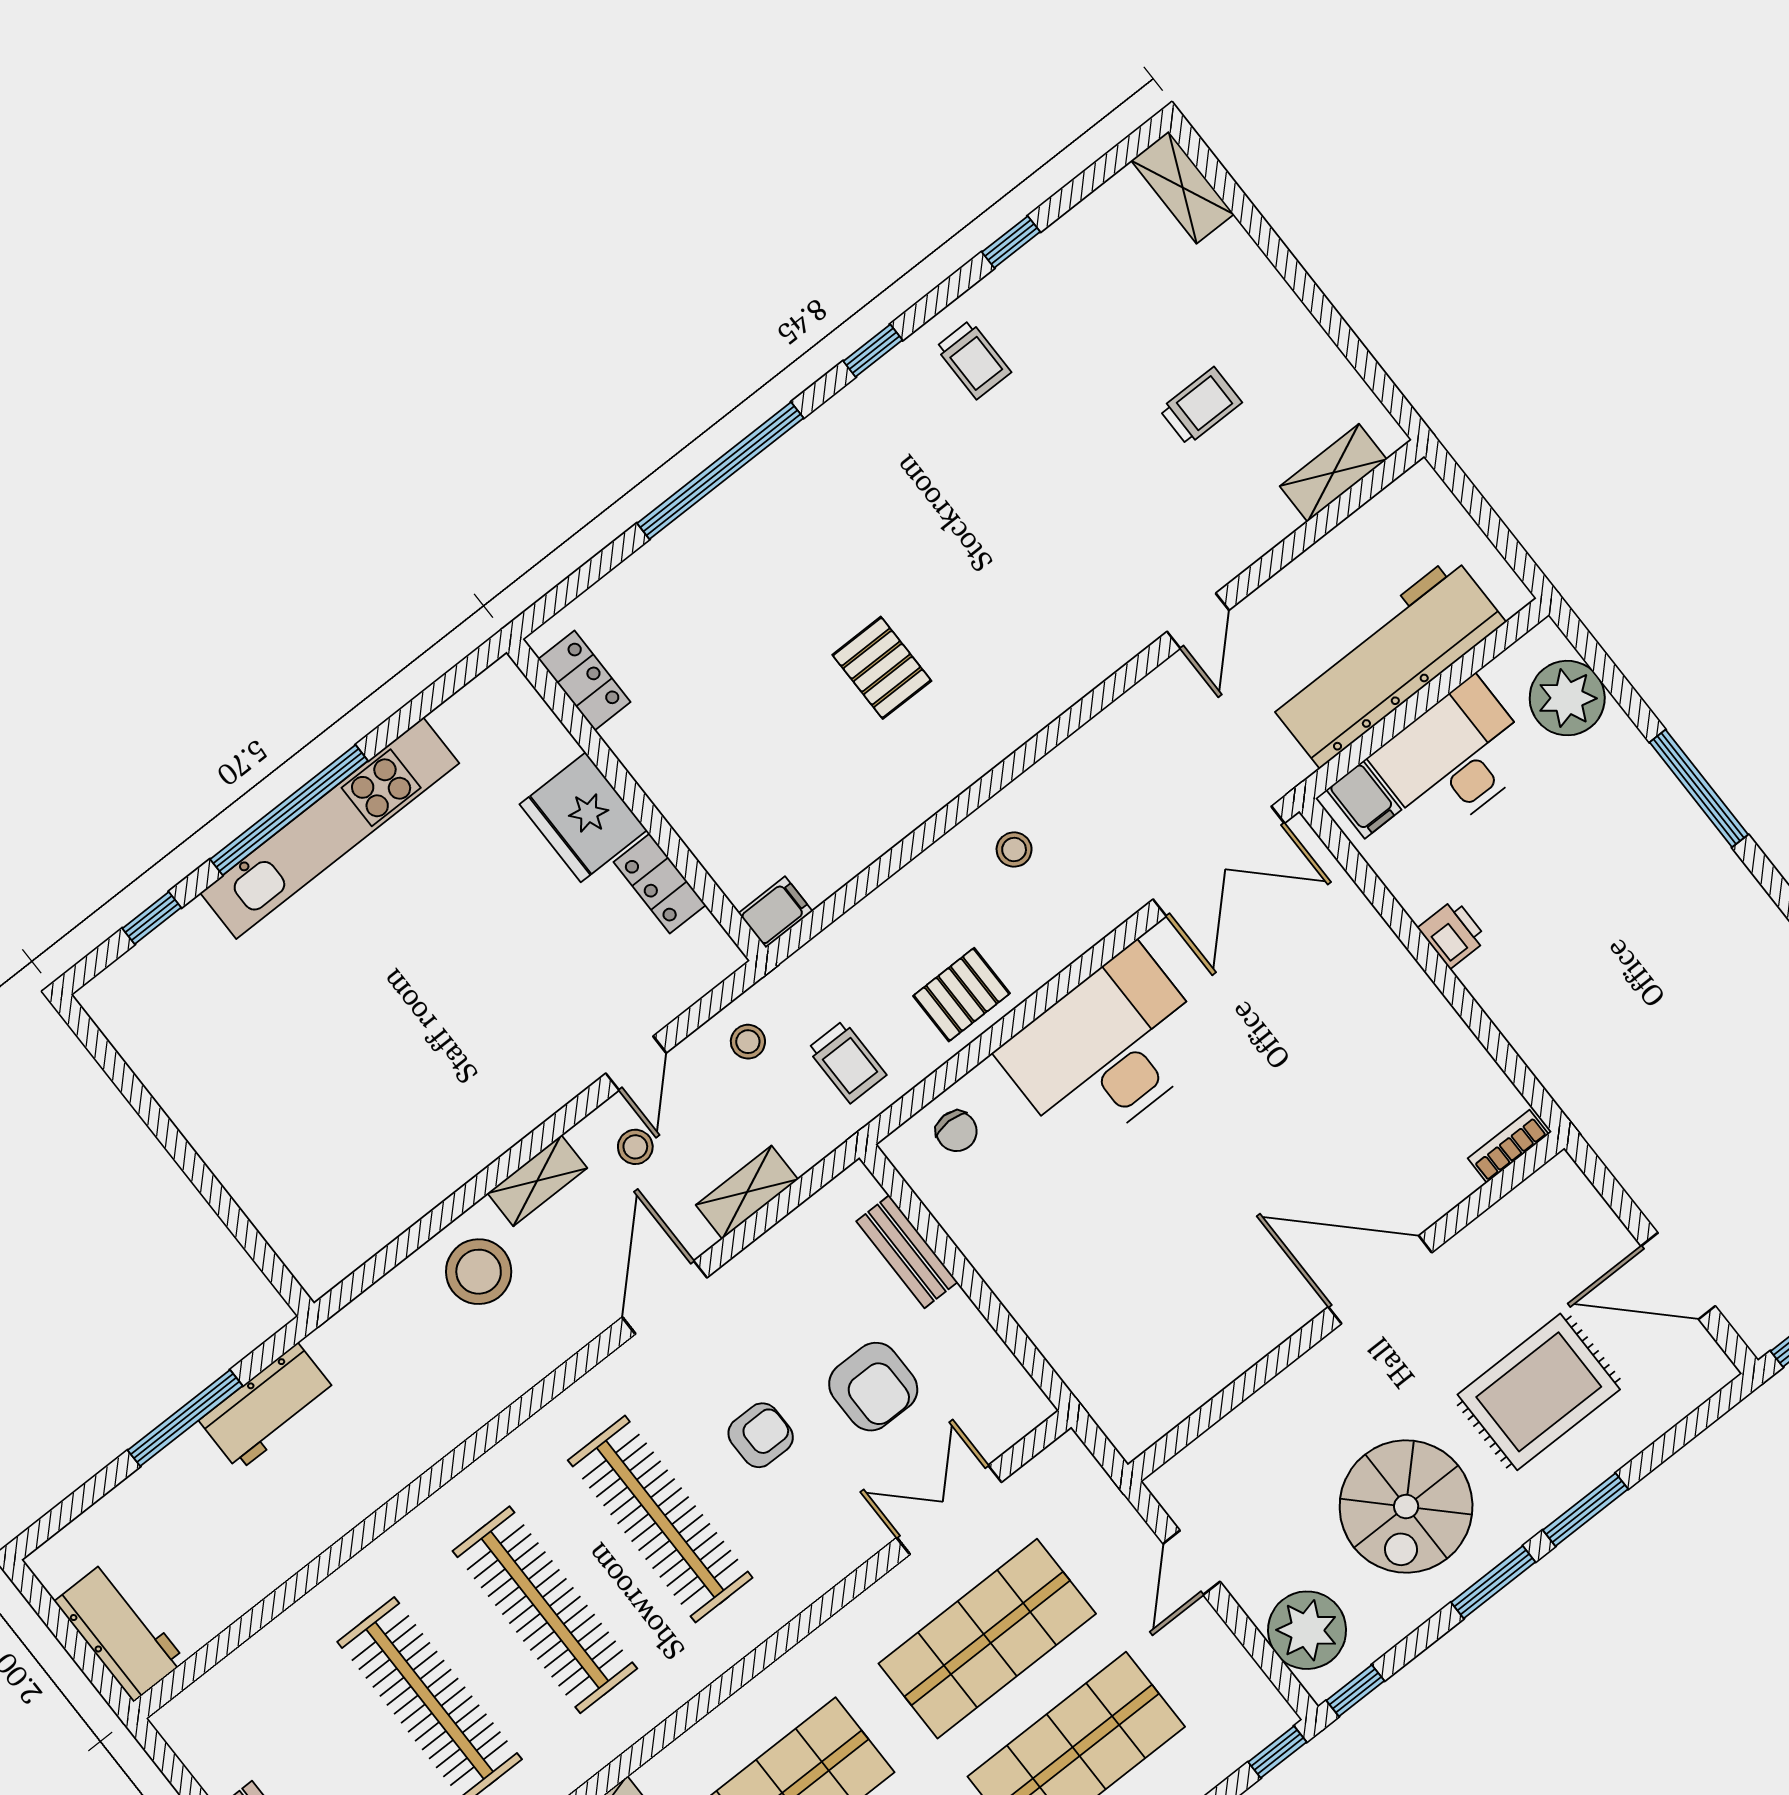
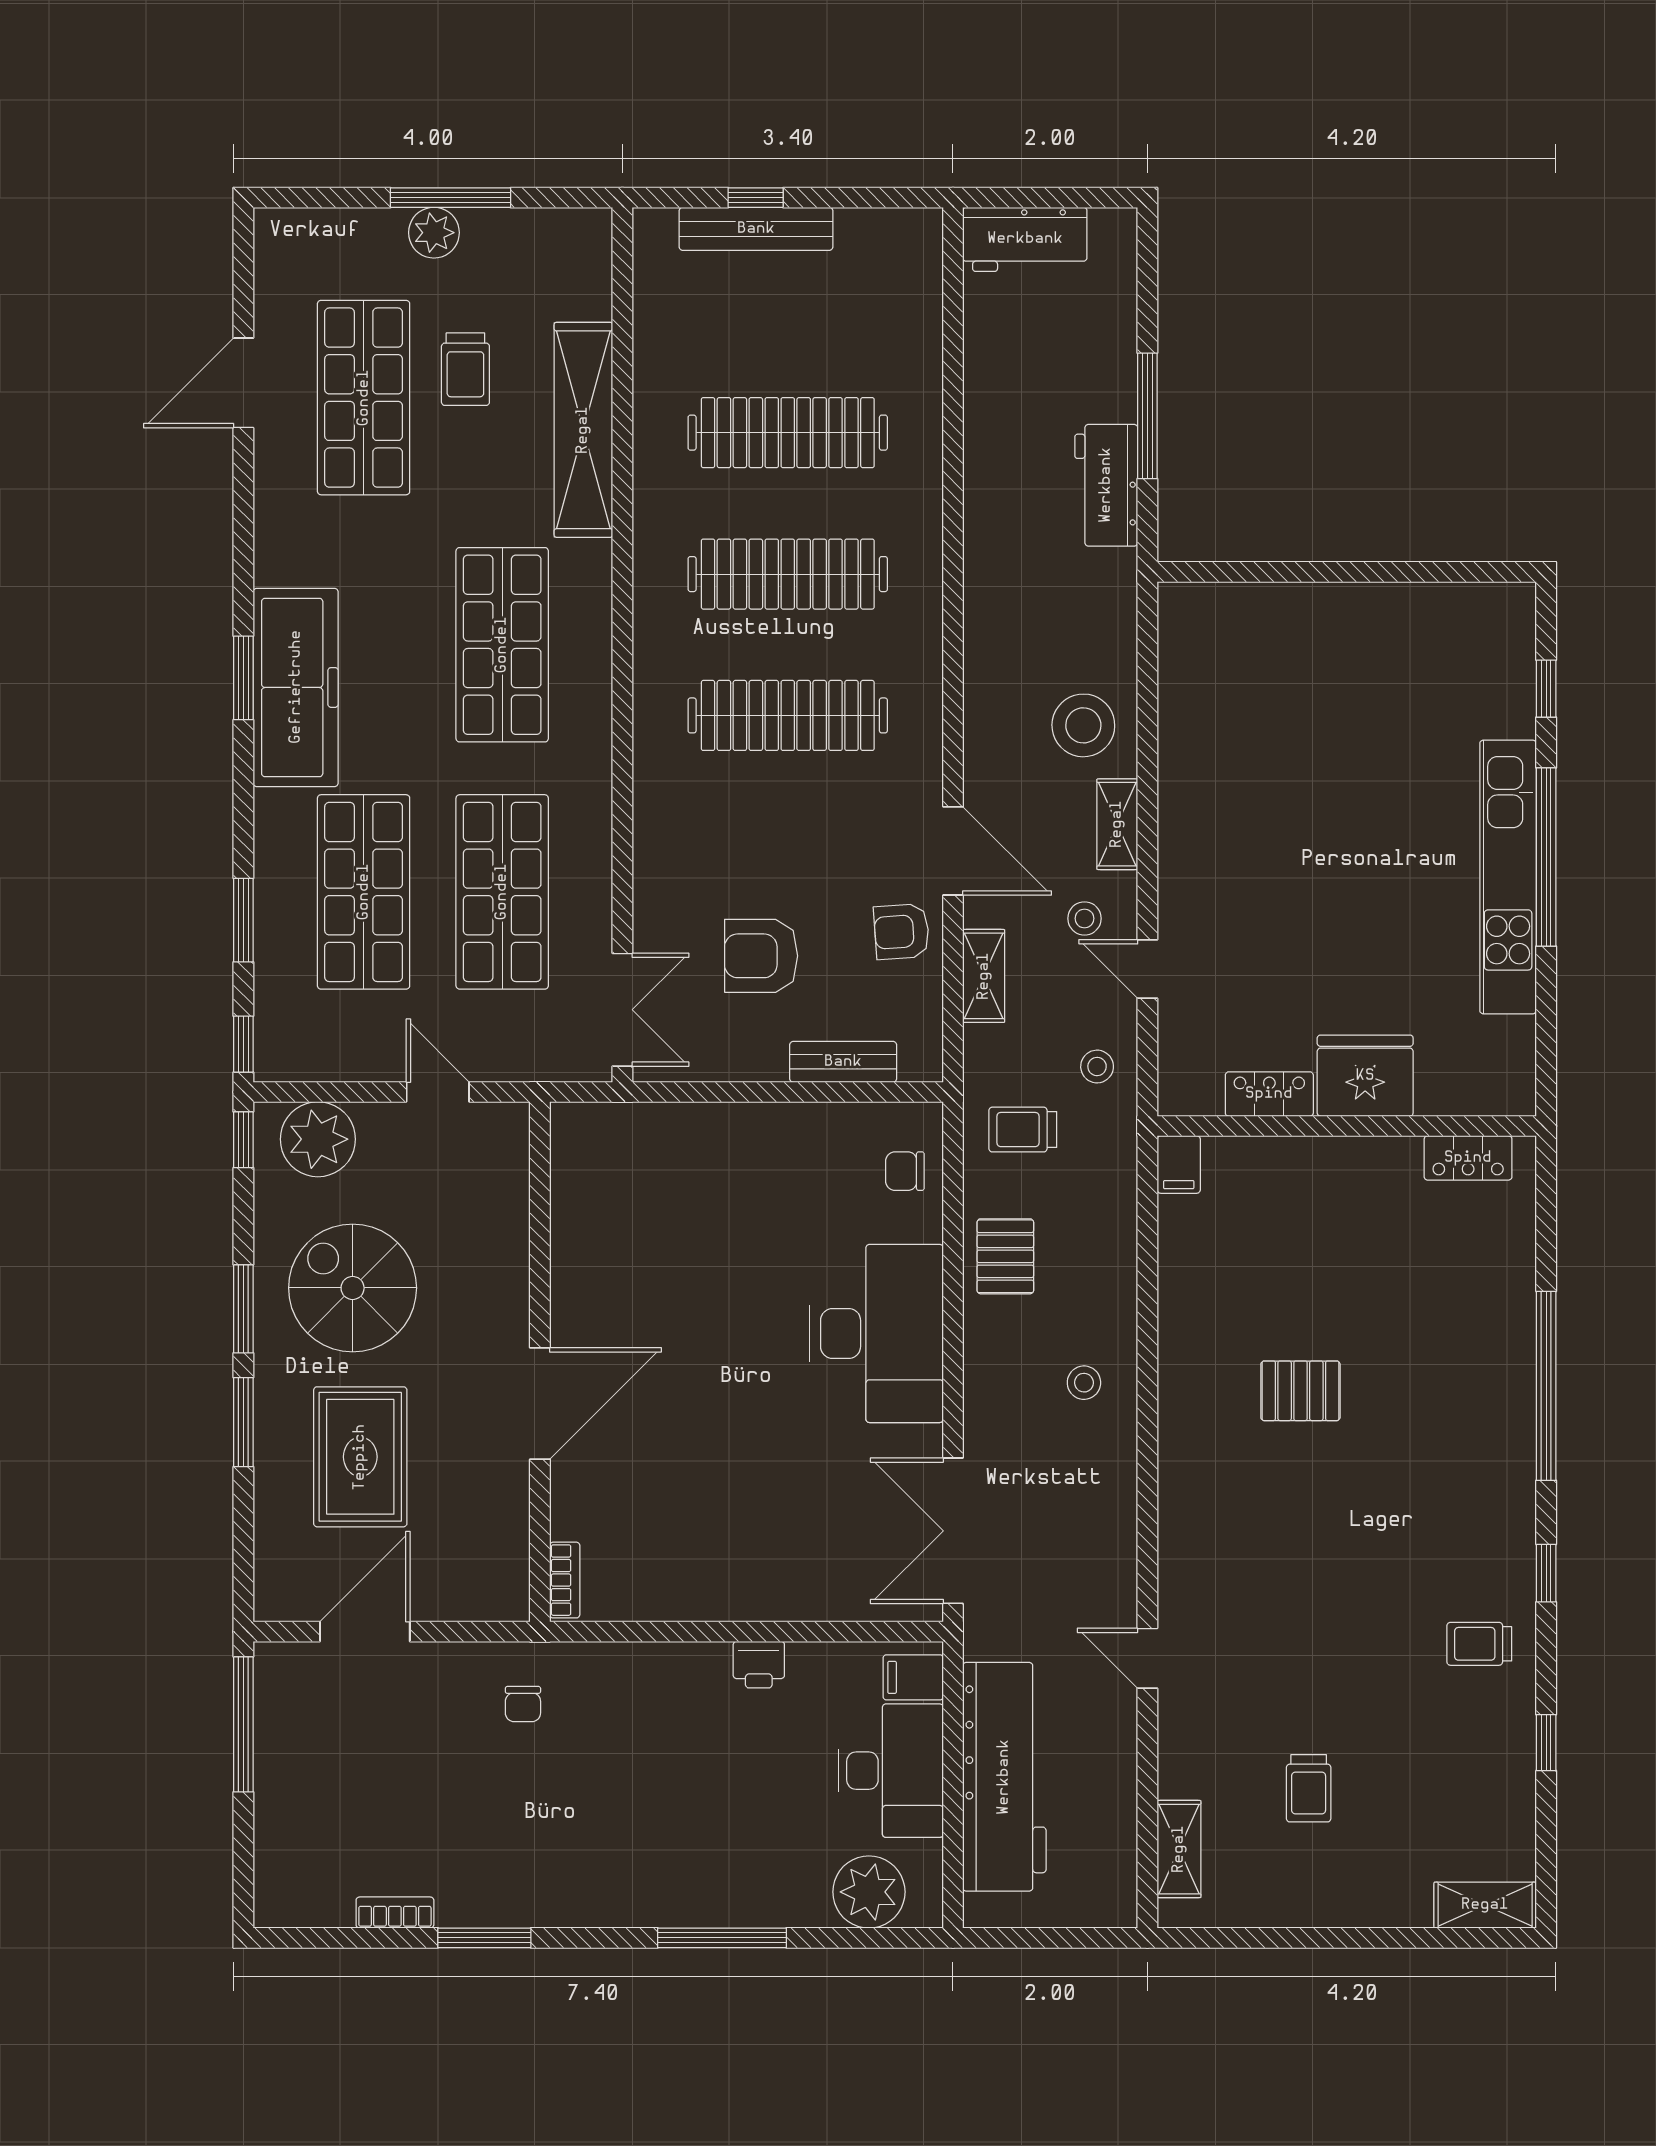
chair: (1636, 1101) -> (523, 1704), added
armchair: (761, 1435) -> (902, 932), moved, turned 86
double door: (949, 1510) -> (622, 1010), moved

